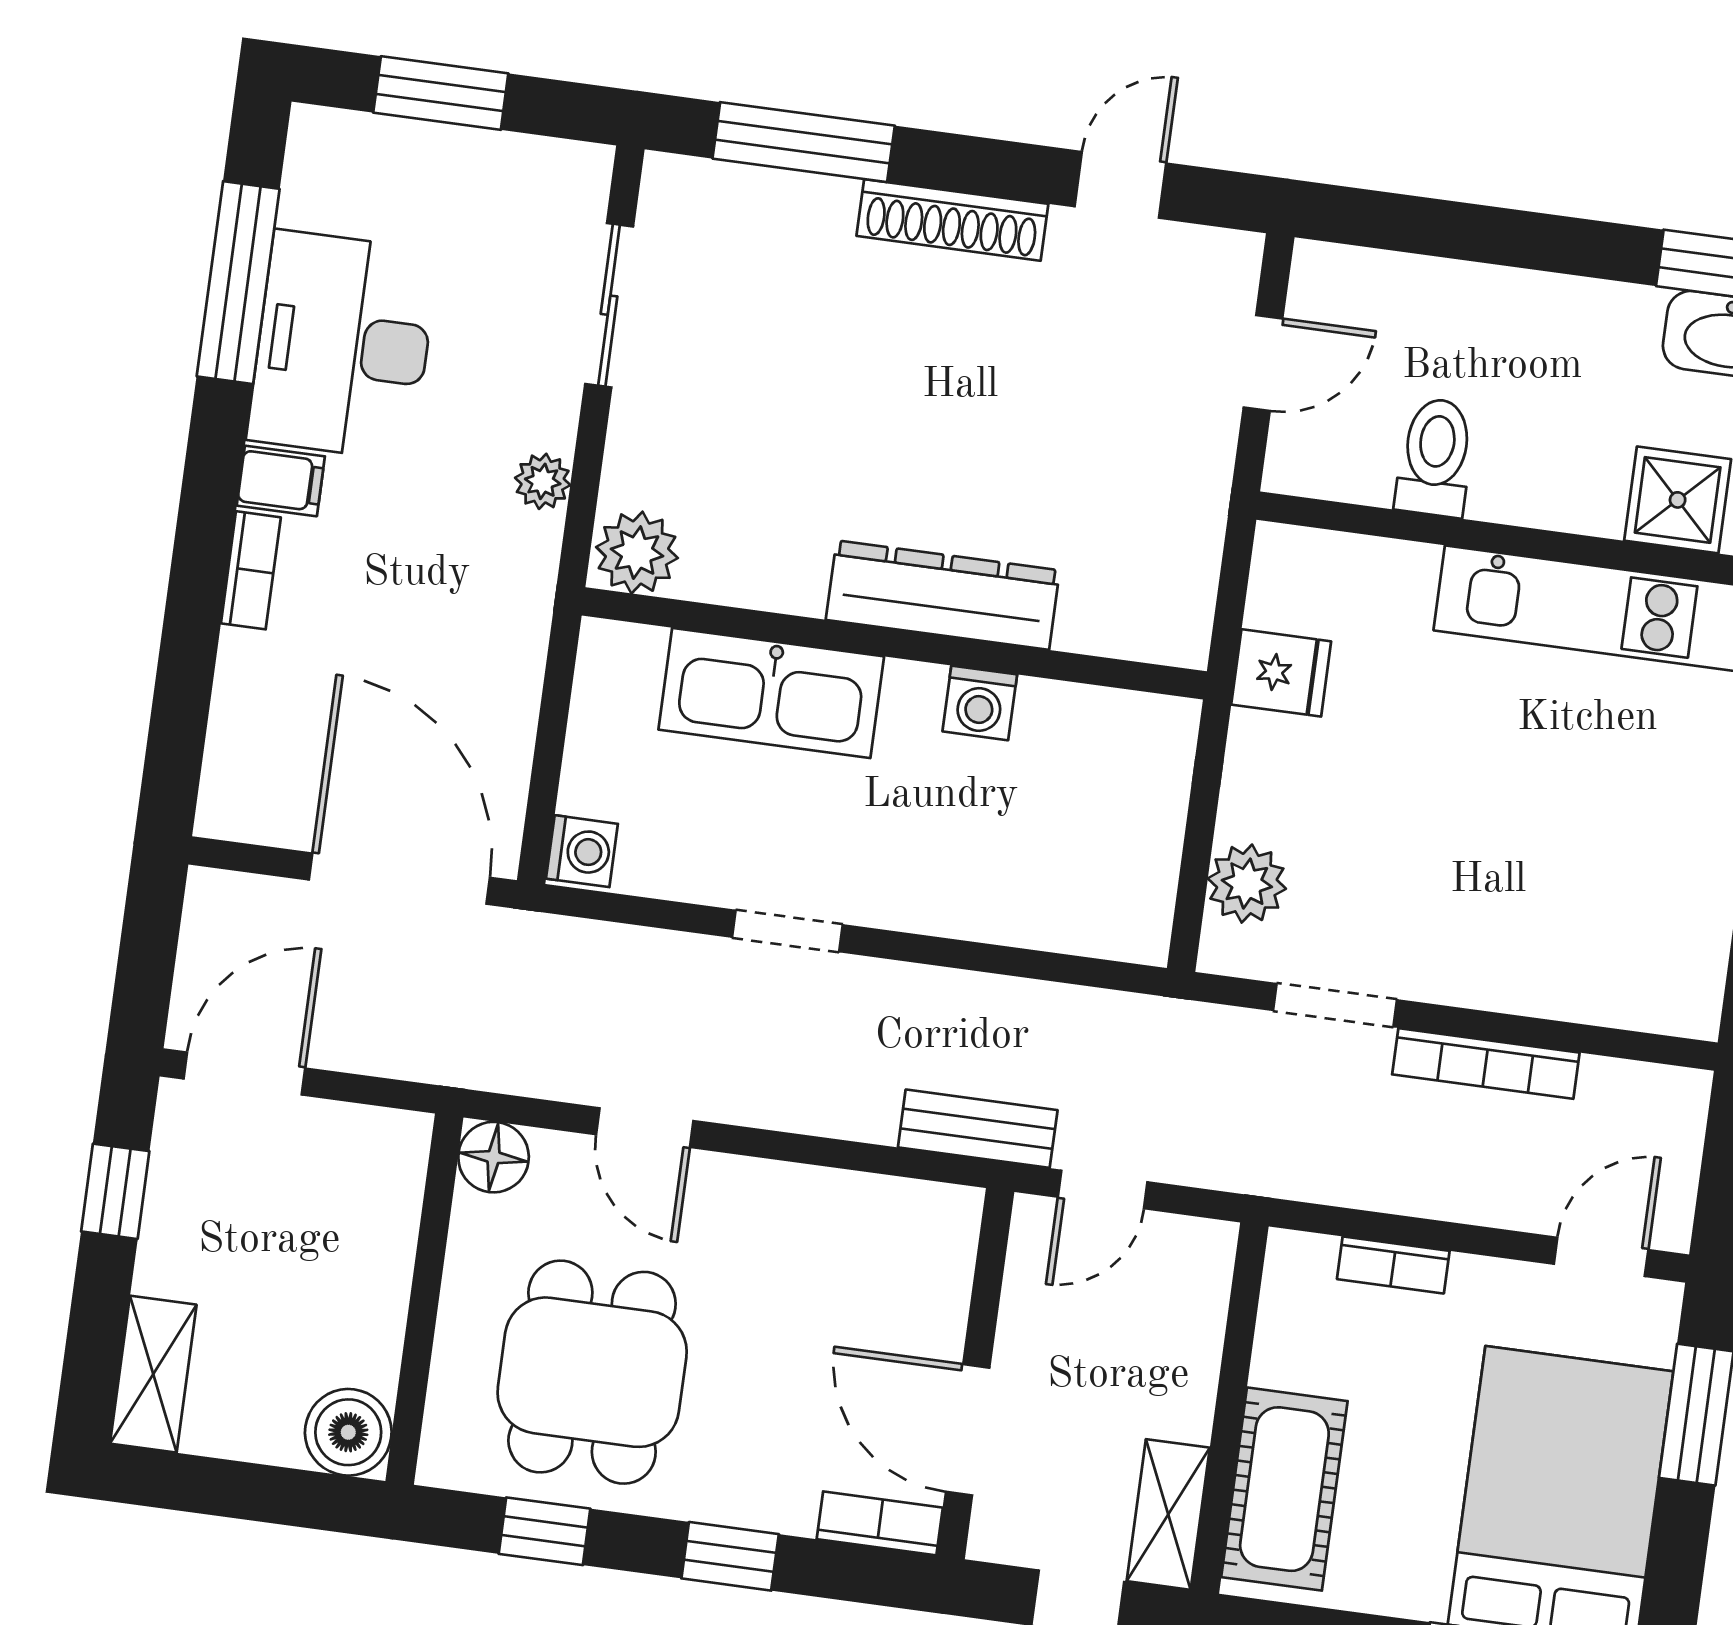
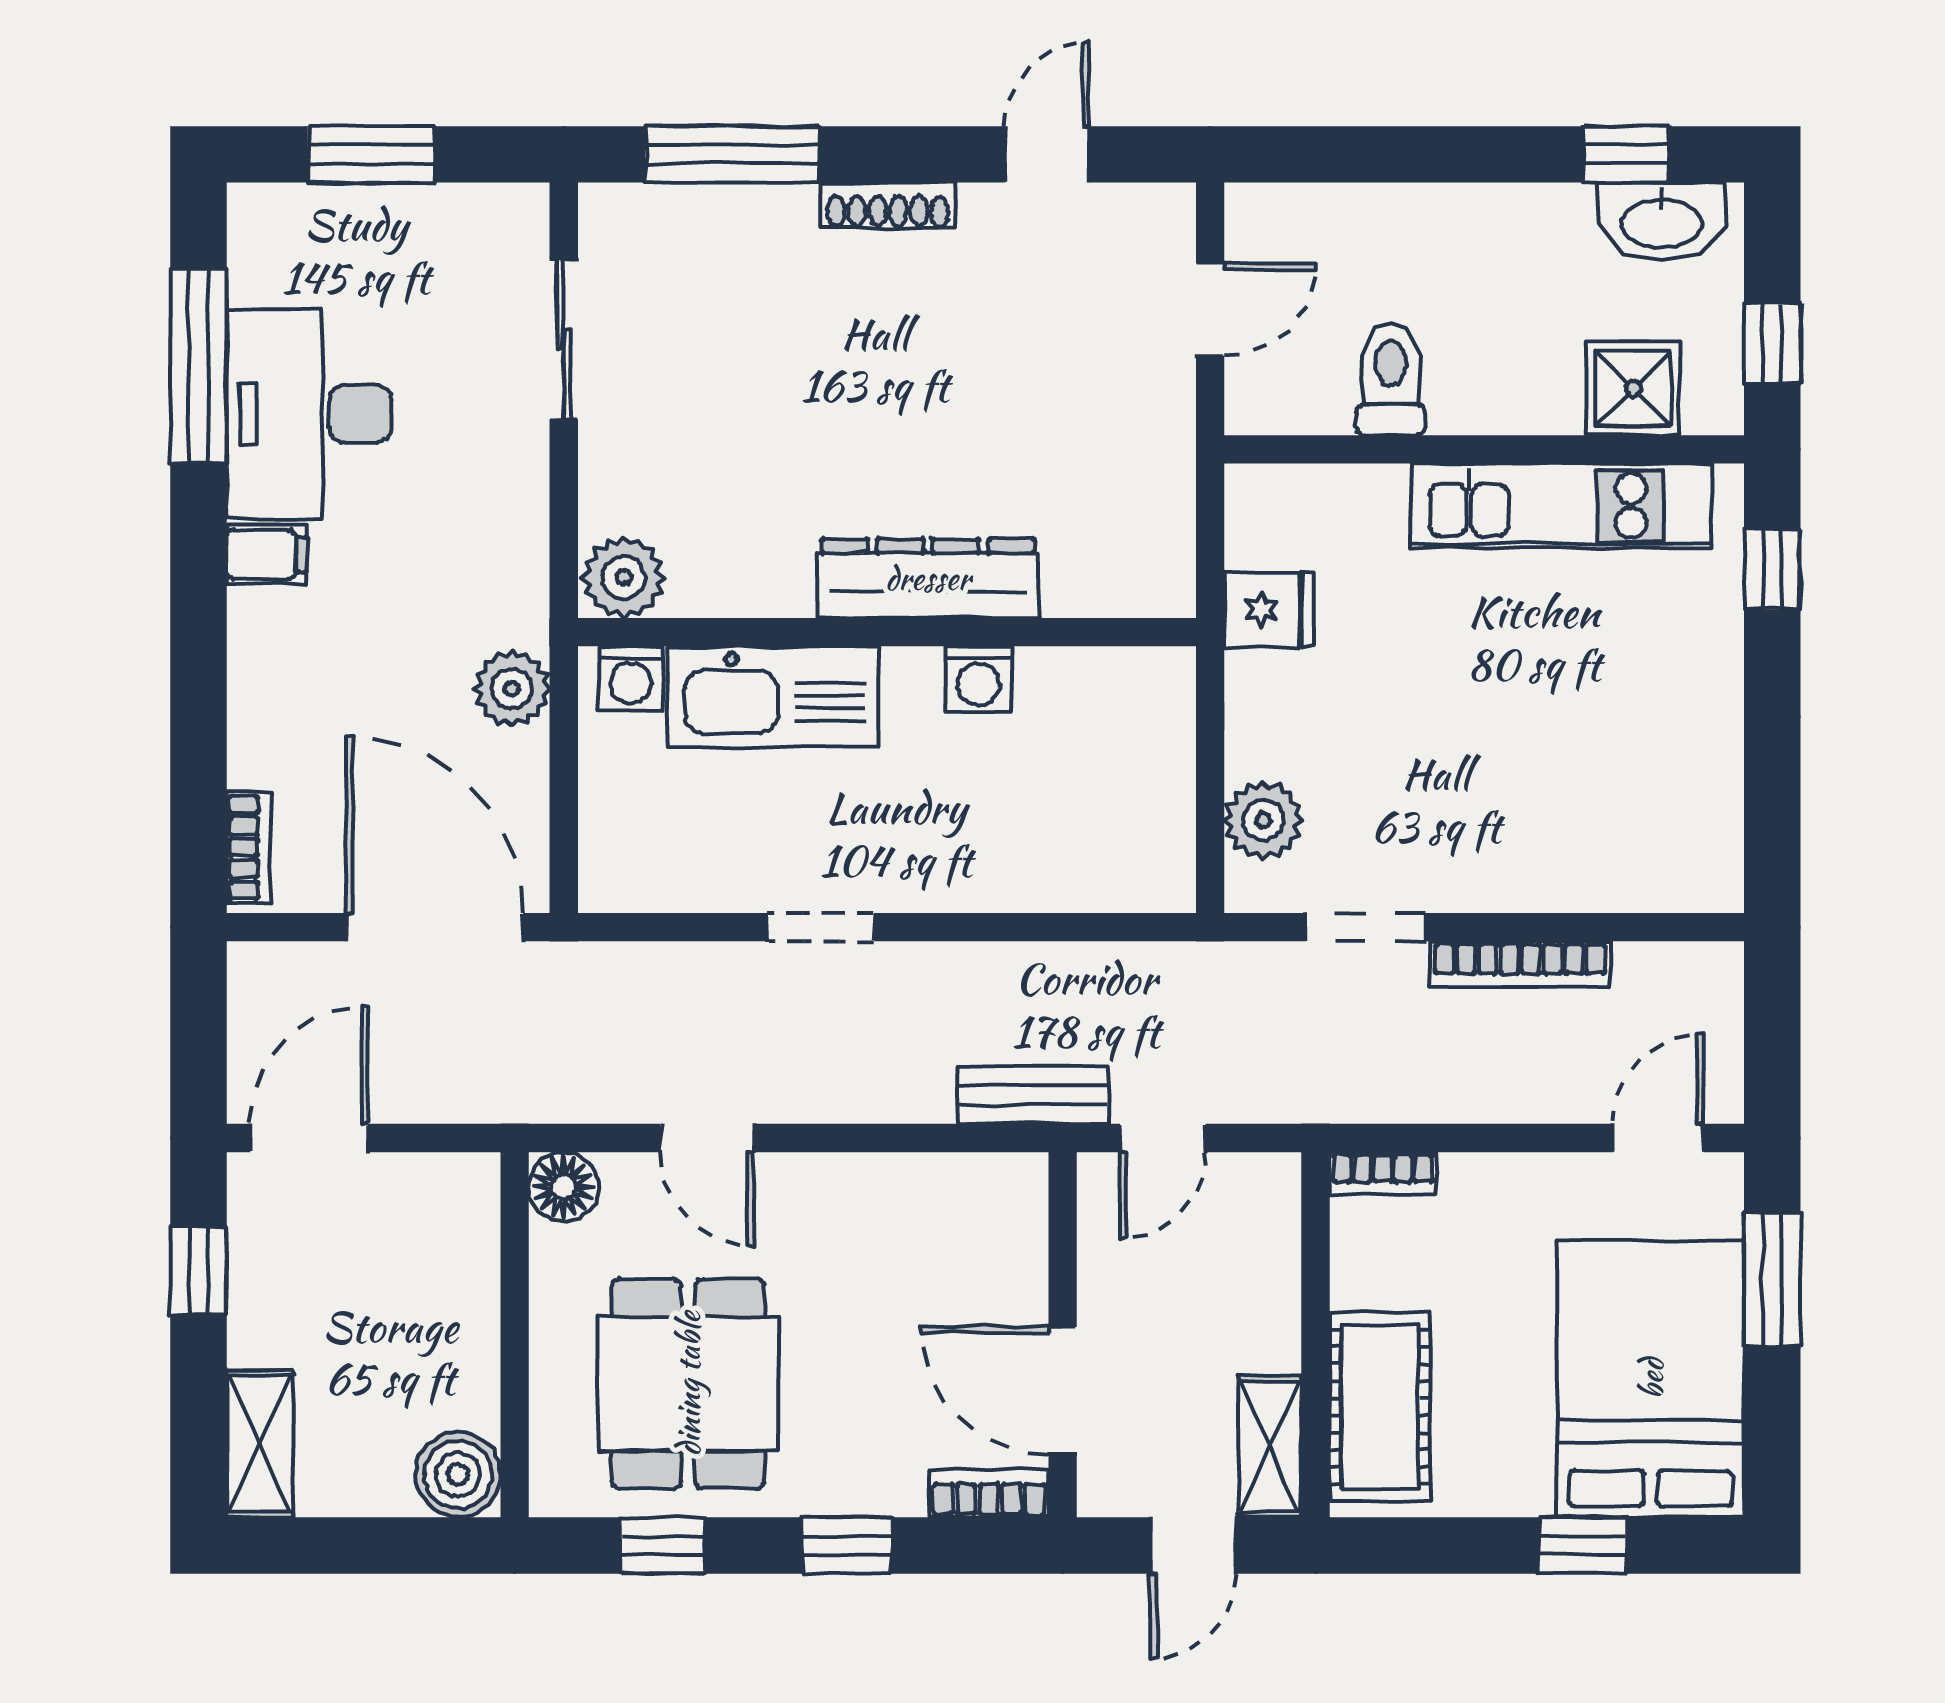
shoe rack: (952, 220) -> (888, 205), width x0.74, depth x0.81
plant: (543, 481) -> (512, 689), moved, width x1.38, depth x1.38
bookcase: (251, 570) -> (249, 847), moved
washing machine: (582, 851) -> (631, 678), moved, turned 90
bookcase: (1393, 1265) -> (1383, 1173), moved

